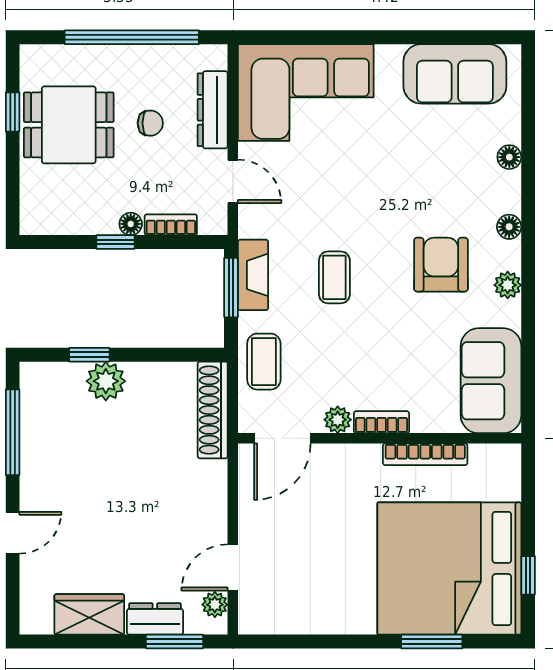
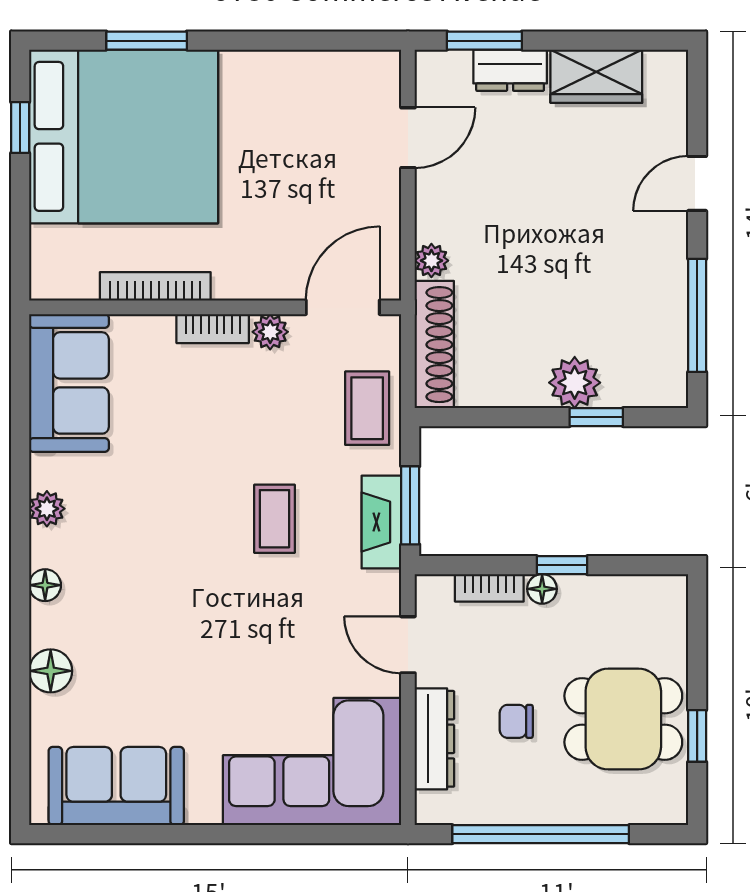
floor lamp: (509, 157) -> (51, 671), width x1.37, depth x1.37
armchair: (441, 265) -> (135, 536), removed
plant: (215, 605) -> (431, 261), moved

